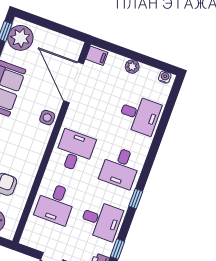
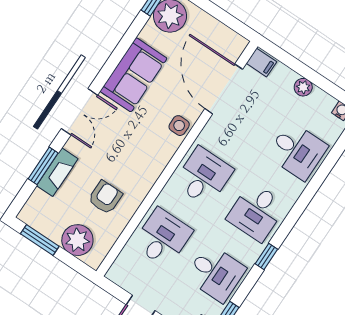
desk: (55, 204) -> (163, 238), turned 180

